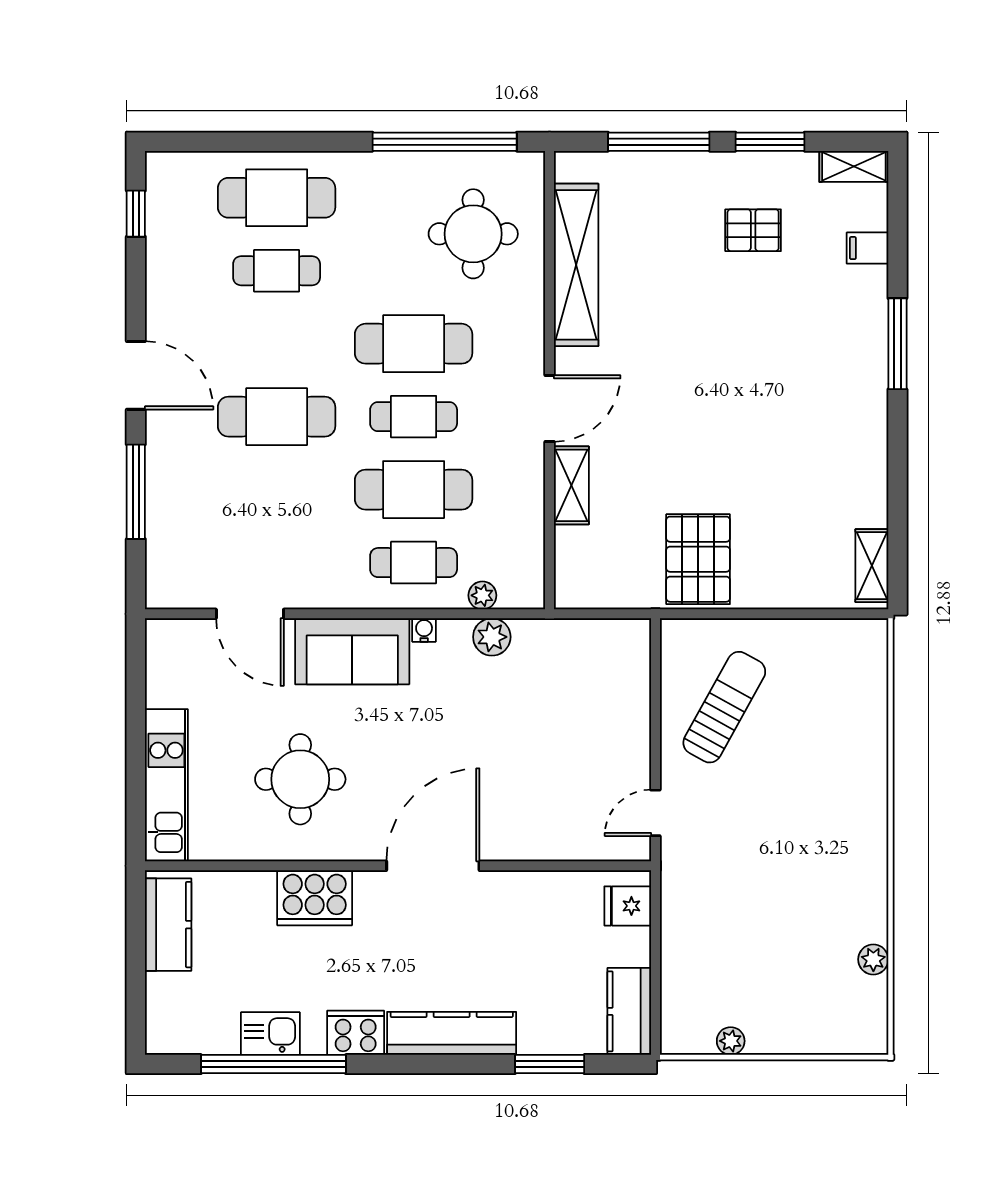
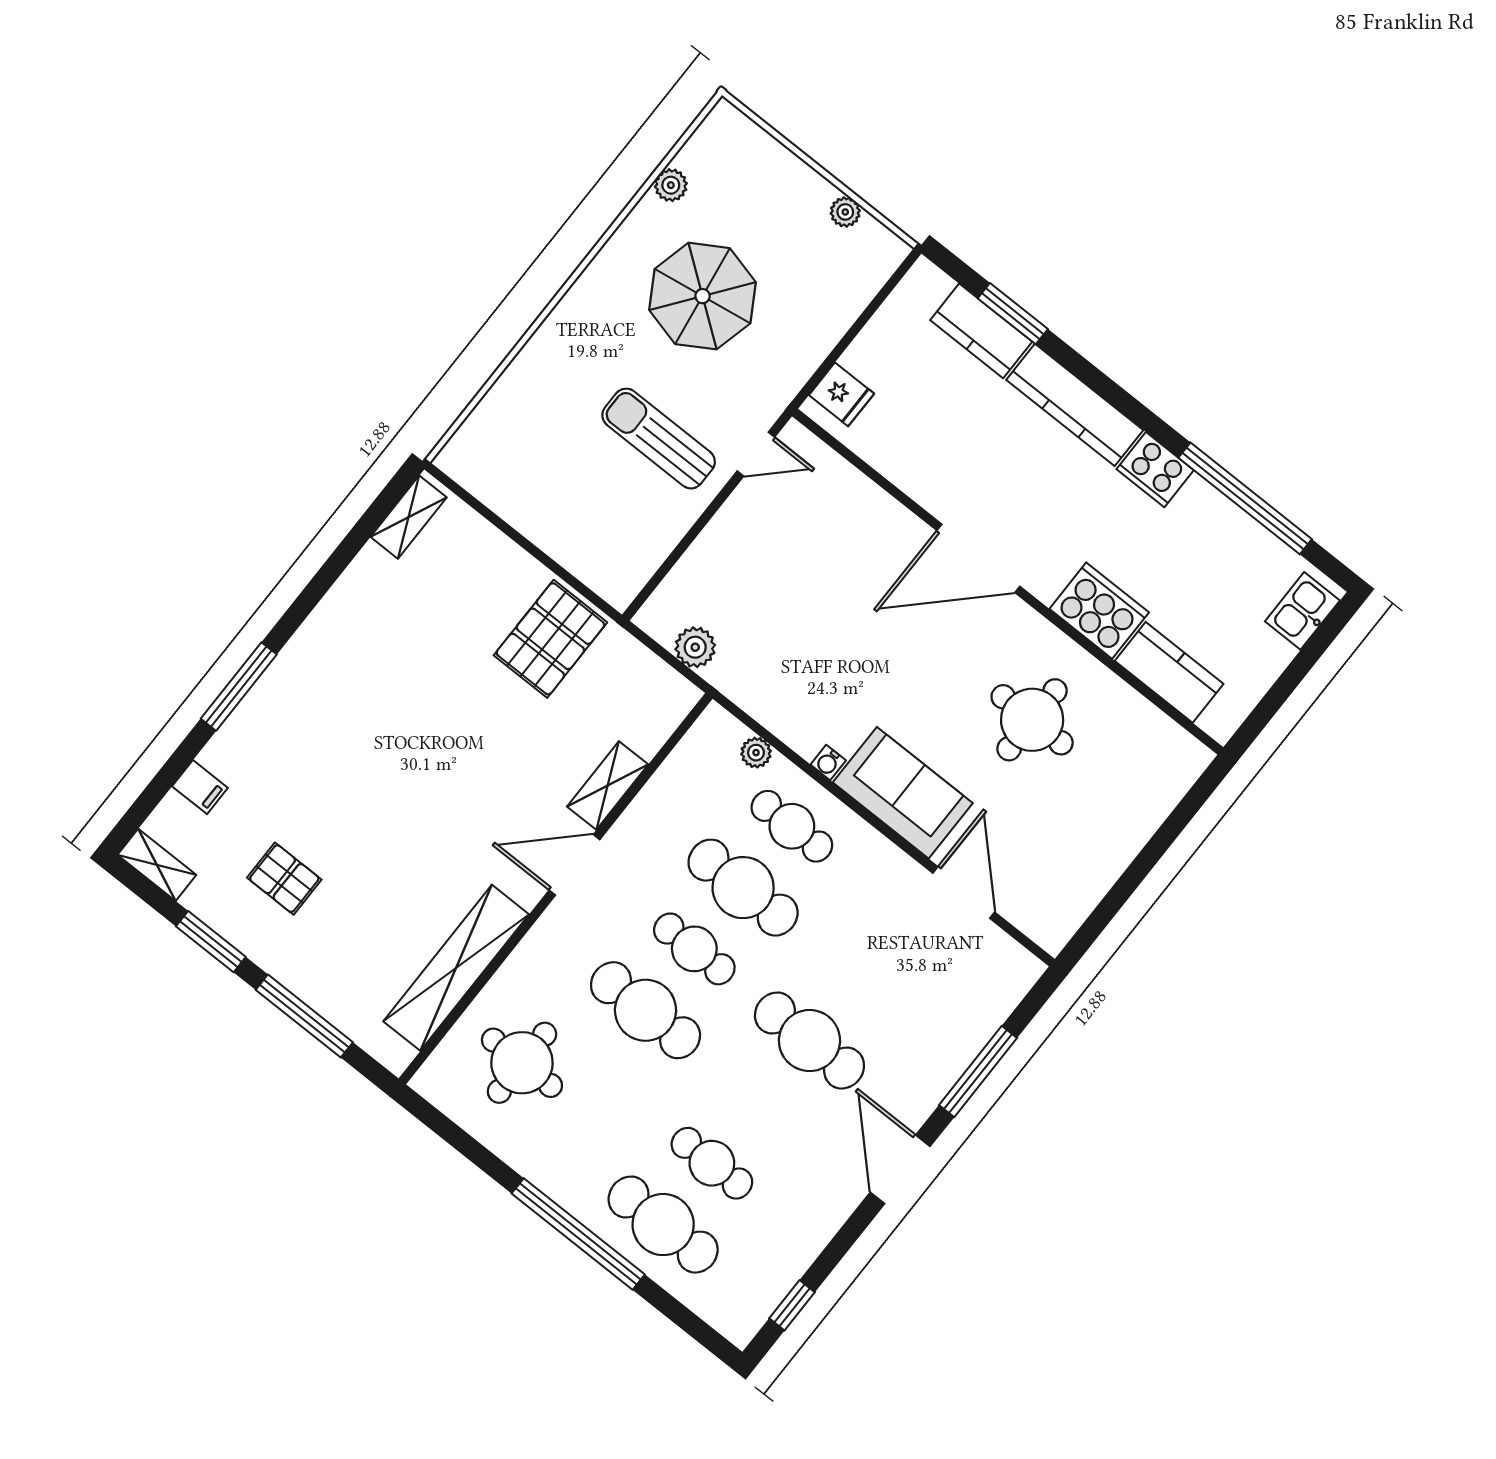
window: (445, 142) -> (578, 1234), moved
plant: (492, 637) -> (695, 647), moved
sun lounger: (724, 707) -> (659, 439), moved, turned 61
kitchen unit: (166, 785) -> (1149, 804), removed
parasol: (786, 897) -> (703, 296), added
kitchen counter: (168, 925) -> (1169, 672), moved, turned 90
kitchen counter: (629, 1011) -> (981, 331), moved, turned 90
kitchen sink: (270, 1034) -> (1302, 611), moved, turned 90

